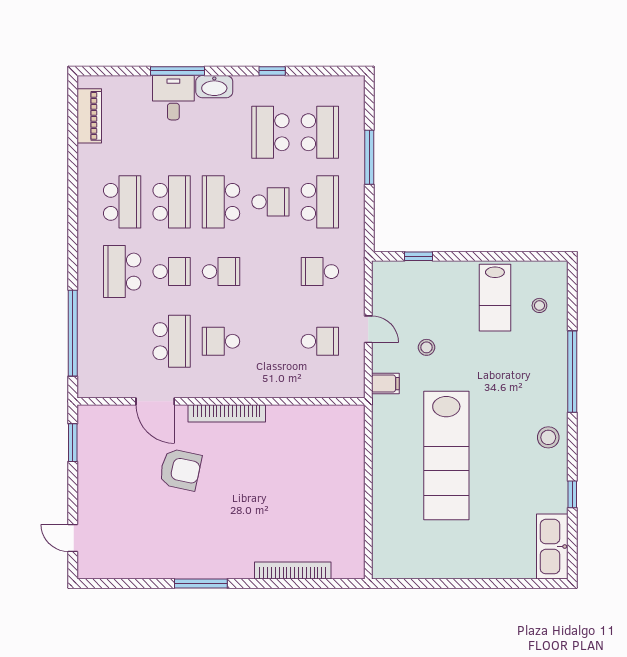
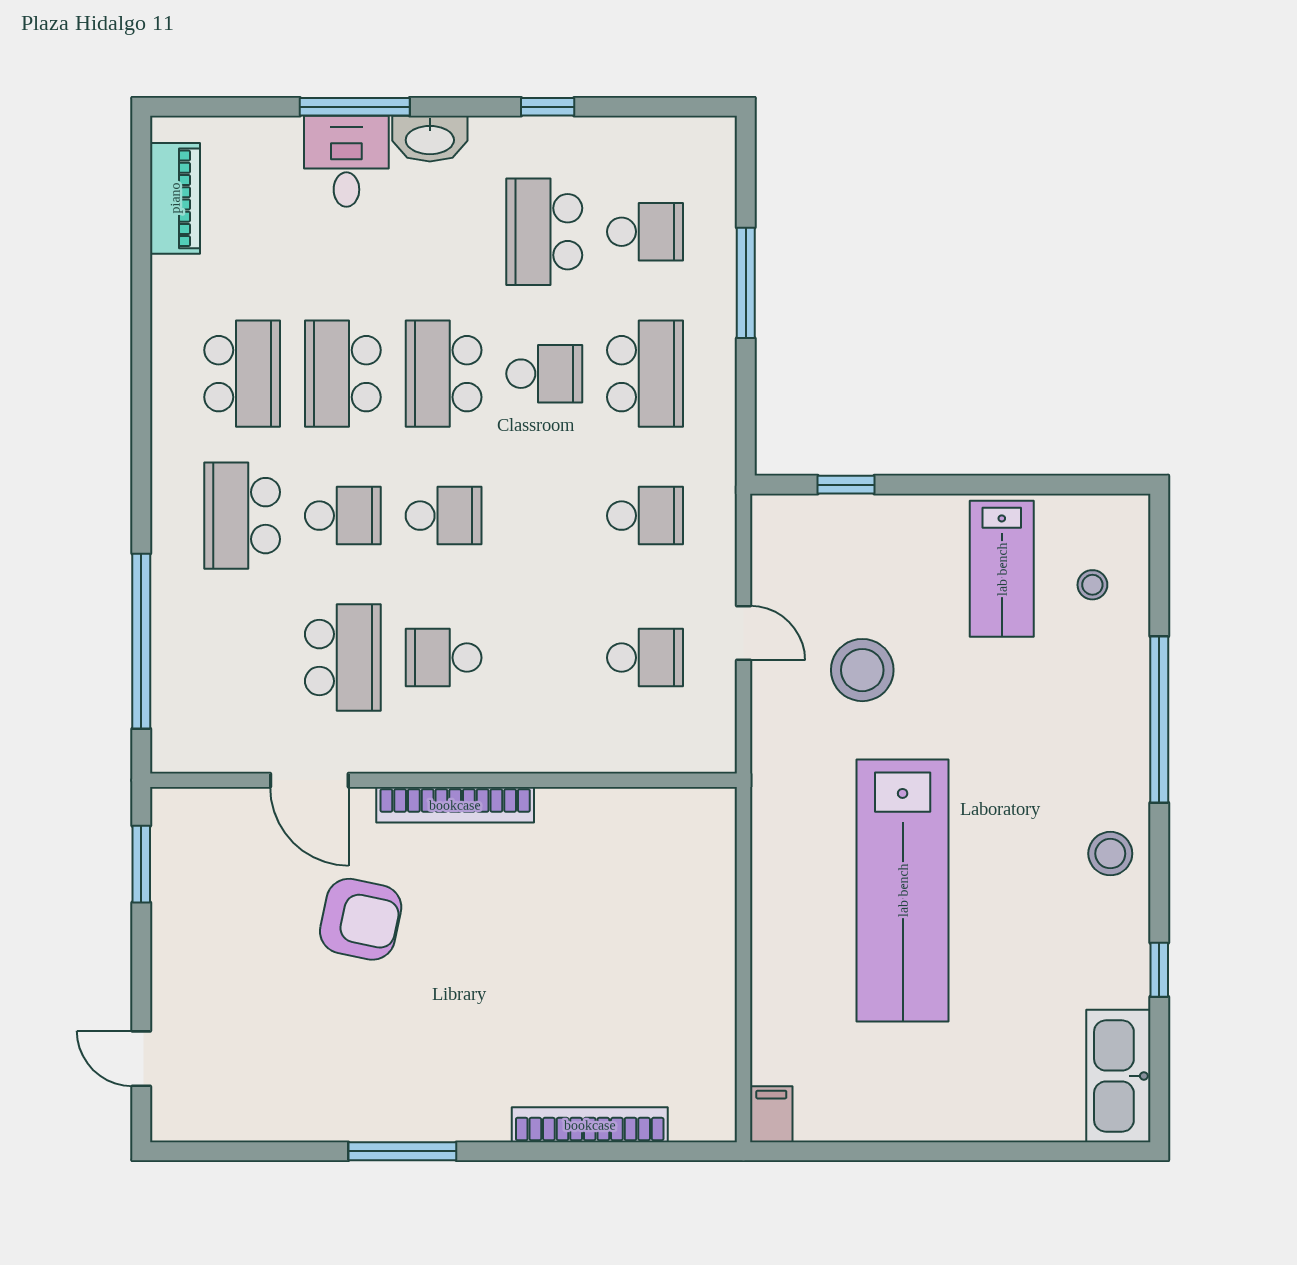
school desk: (320, 132) -> (645, 232), width x0.54
school desk: (172, 202) -> (343, 374), turned 180
school desk: (320, 272) -> (645, 516), turned 180
stool: (427, 347) -> (862, 670), width x1.89, depth x1.89
filing cabinet: (385, 384) -> (771, 1114), moved, turned -90

